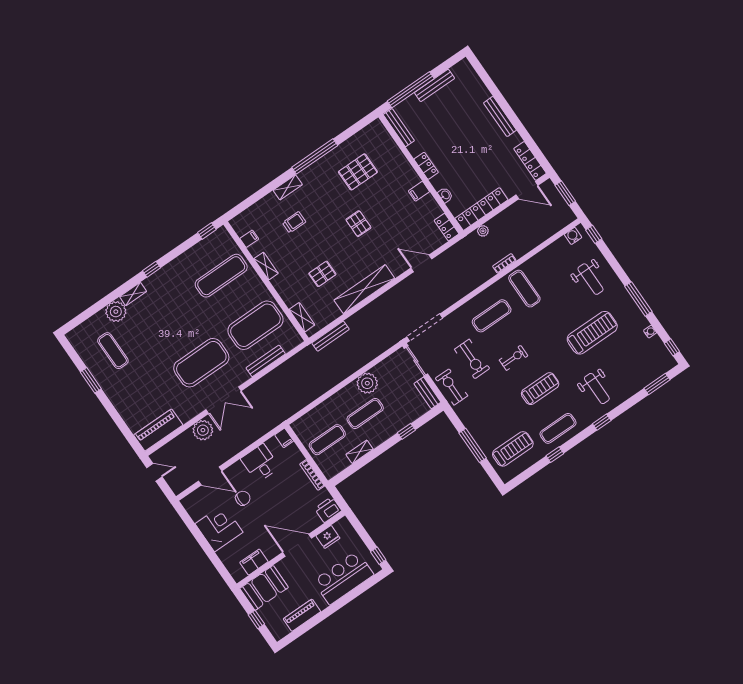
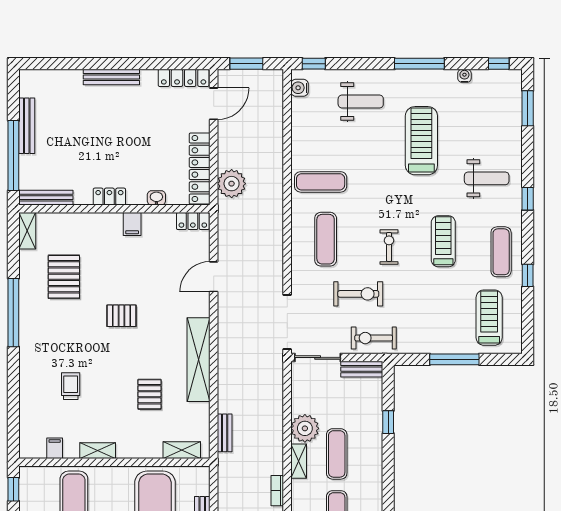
shelving: (288, 187) -> (27, 231), moved
plant: (483, 231) -> (232, 184), width x1.88, depth x1.88
bookcase: (504, 263) -> (277, 491), moved
bench: (330, 336) -> (225, 433), width x0.73
shelving: (360, 452) -> (299, 461), moved

